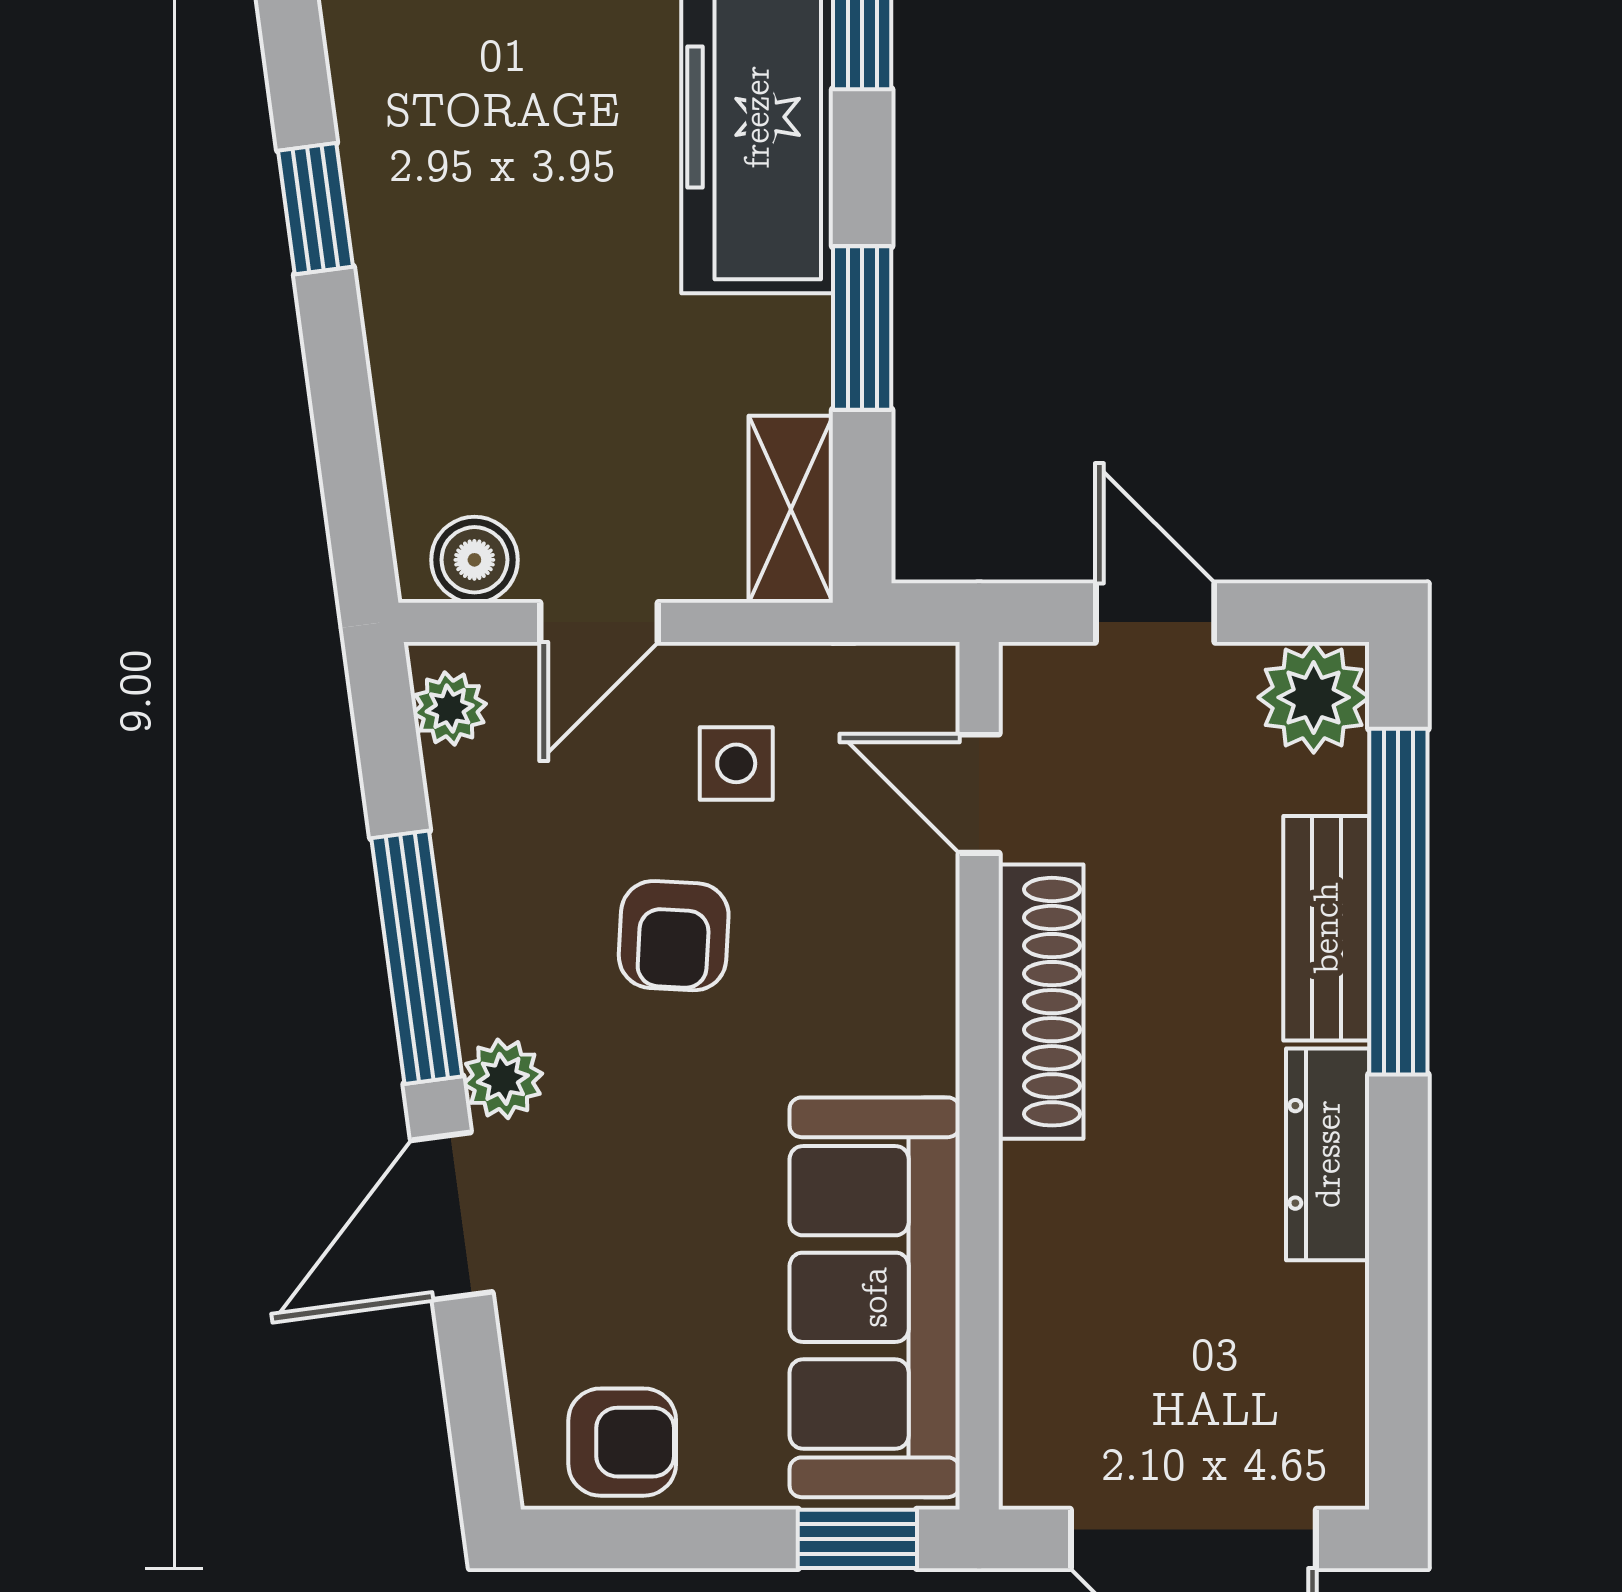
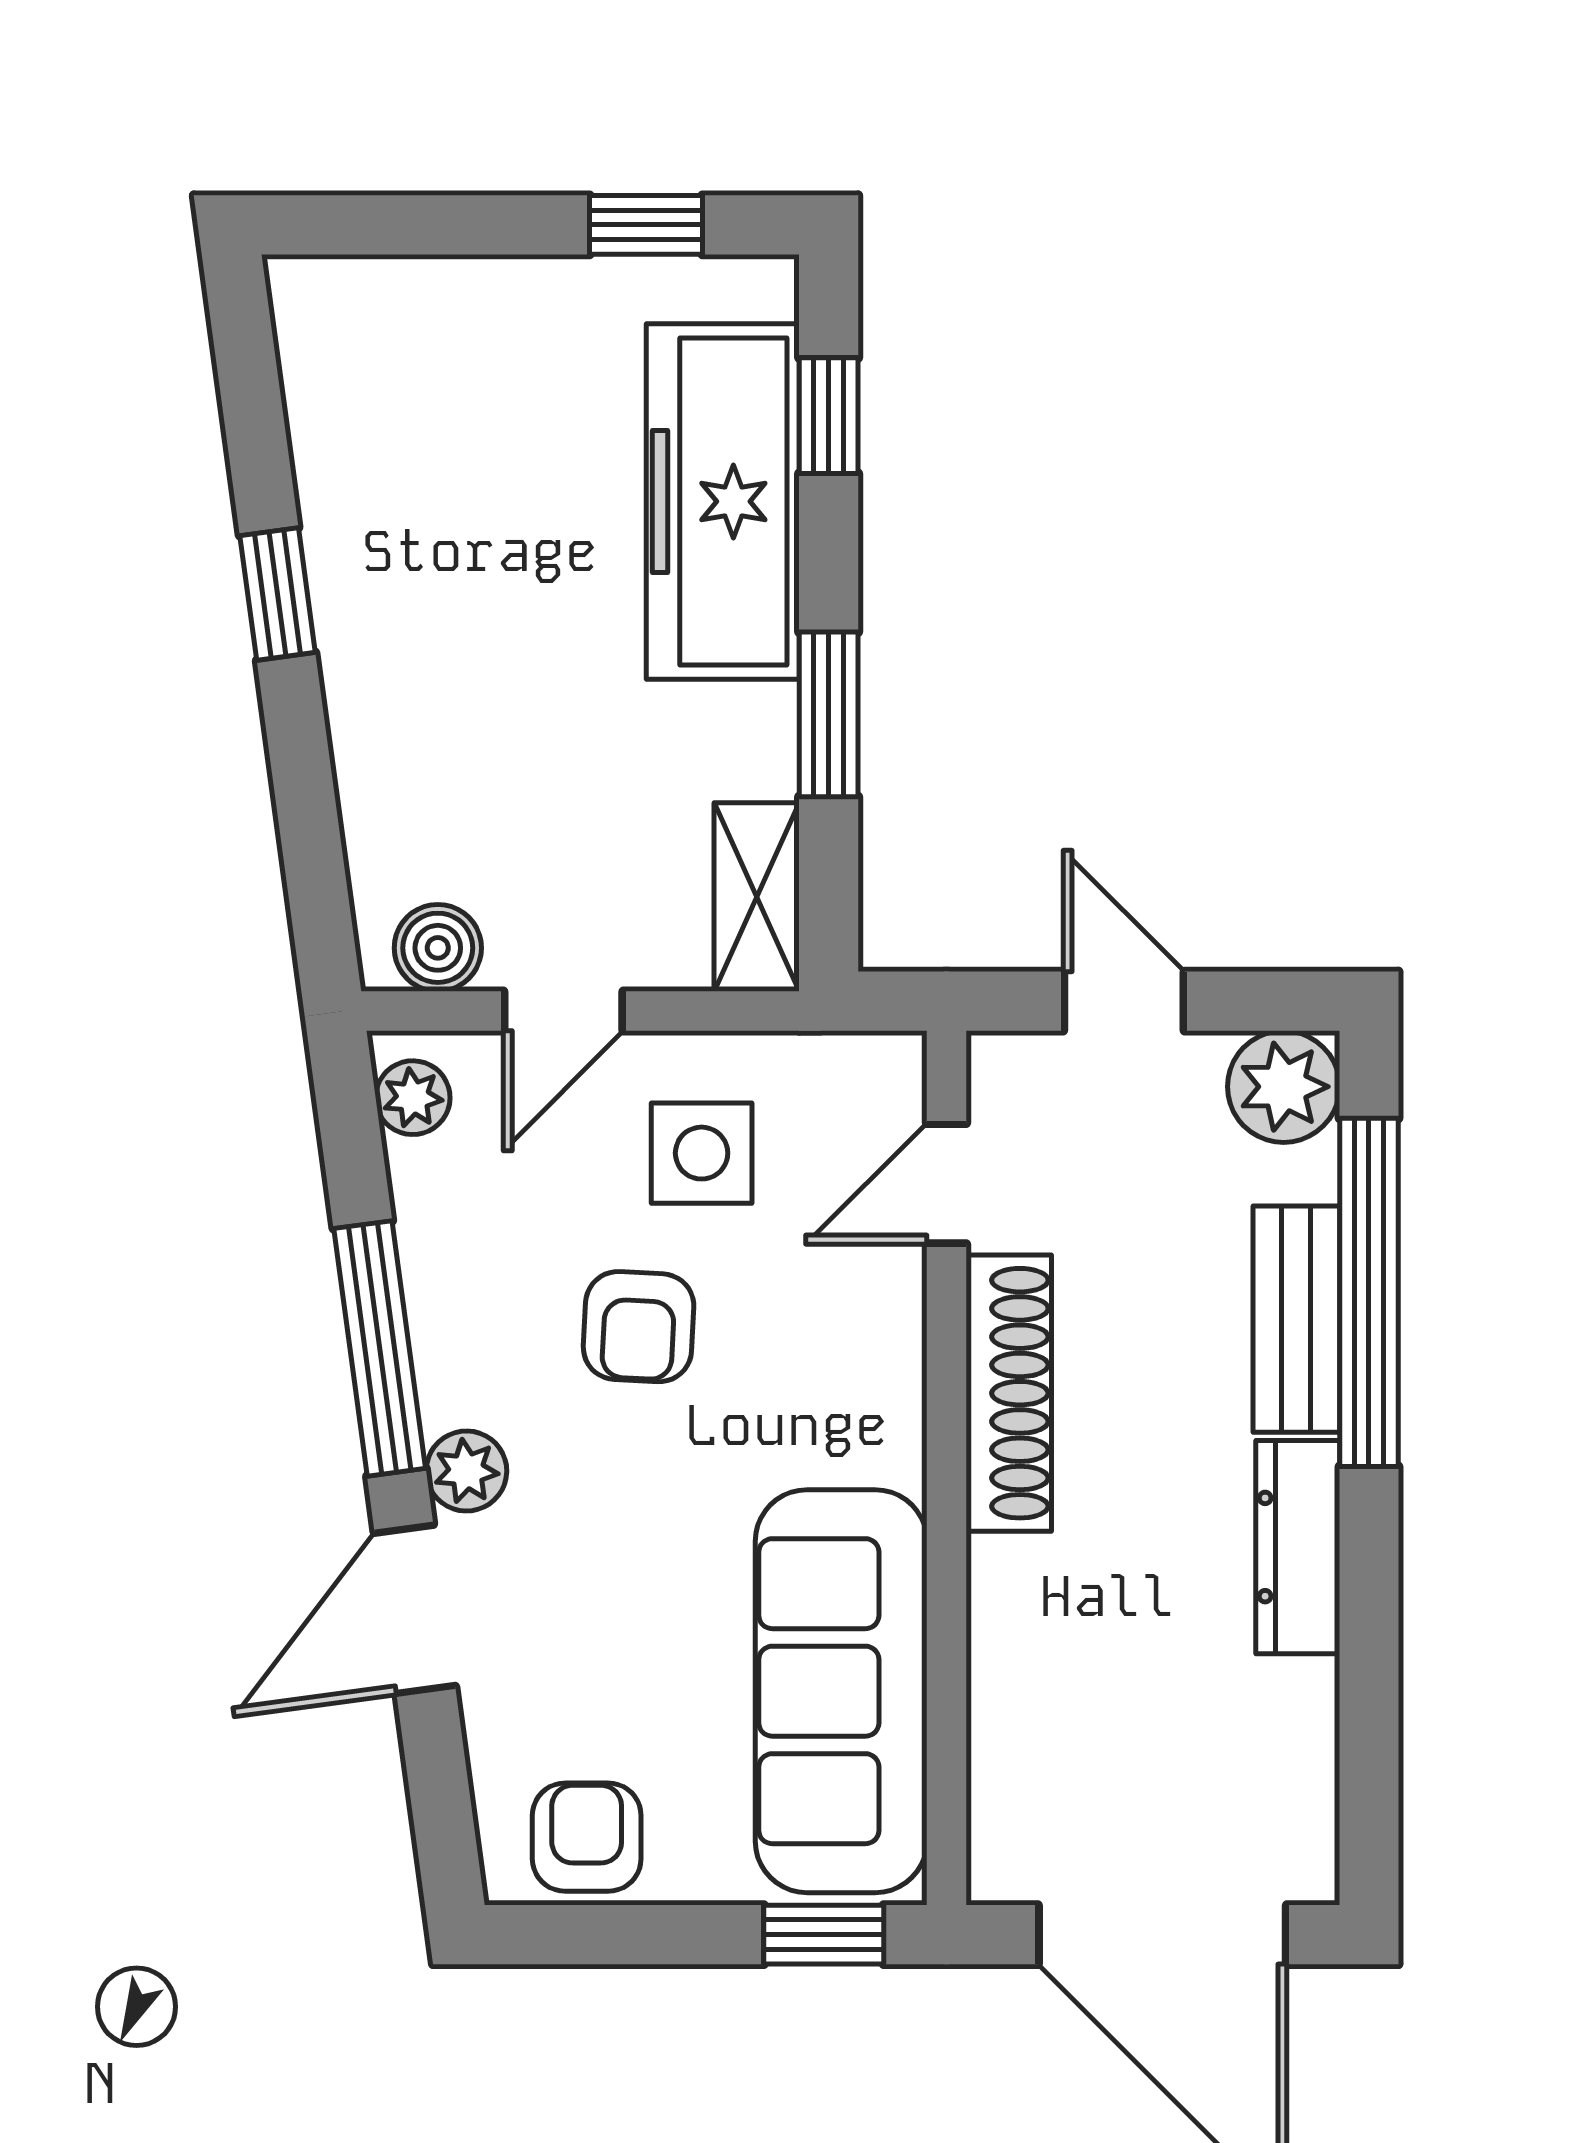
side table: (736, 763) -> (702, 1153), width x1.37, depth x1.37
door: (979, 794) -> (946, 1184), hinge flipped
armchair: (622, 1442) -> (587, 1837), turned -90

